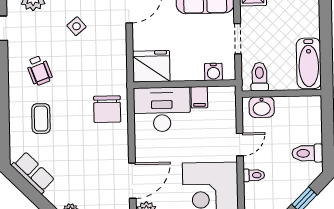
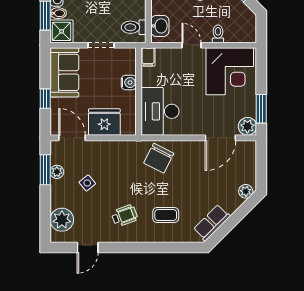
fridge: (151, 66) -> (104, 122), moved, turned 90
water cooler: (213, 72) -> (129, 83), moved
filing cabinet: (199, 97) -> (148, 57), moved, turned 90
chair: (107, 109) -> (159, 158), turned 117
door: (132, 181) -> (220, 138), swing flipped

